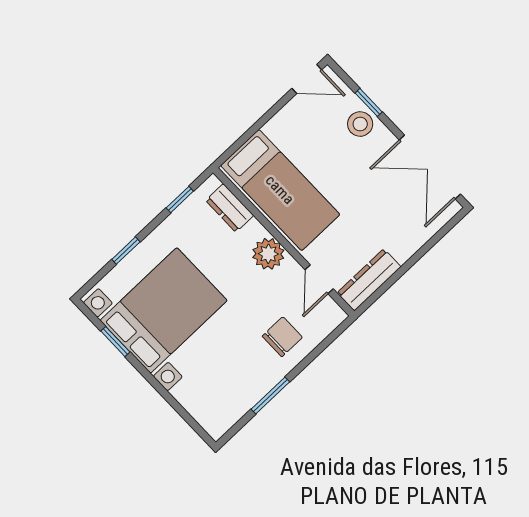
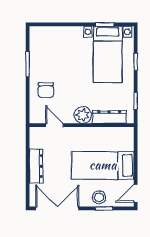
bed: (280, 190) -> (103, 165), moved
dresser: (230, 208) -> (109, 117), width x1.44
dresser: (369, 280) -> (36, 166), moved
bed with nightstands: (164, 310) -> (108, 54), width x0.73

